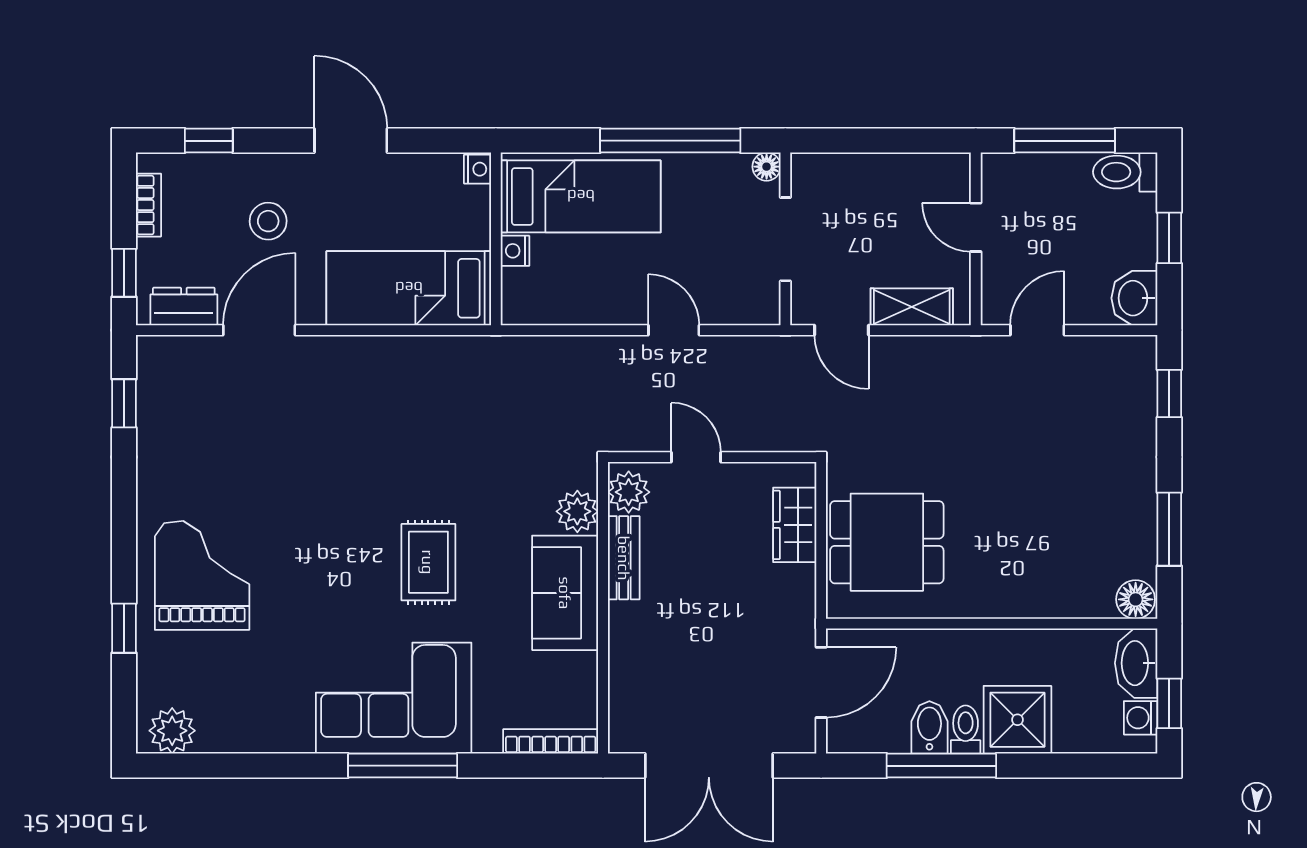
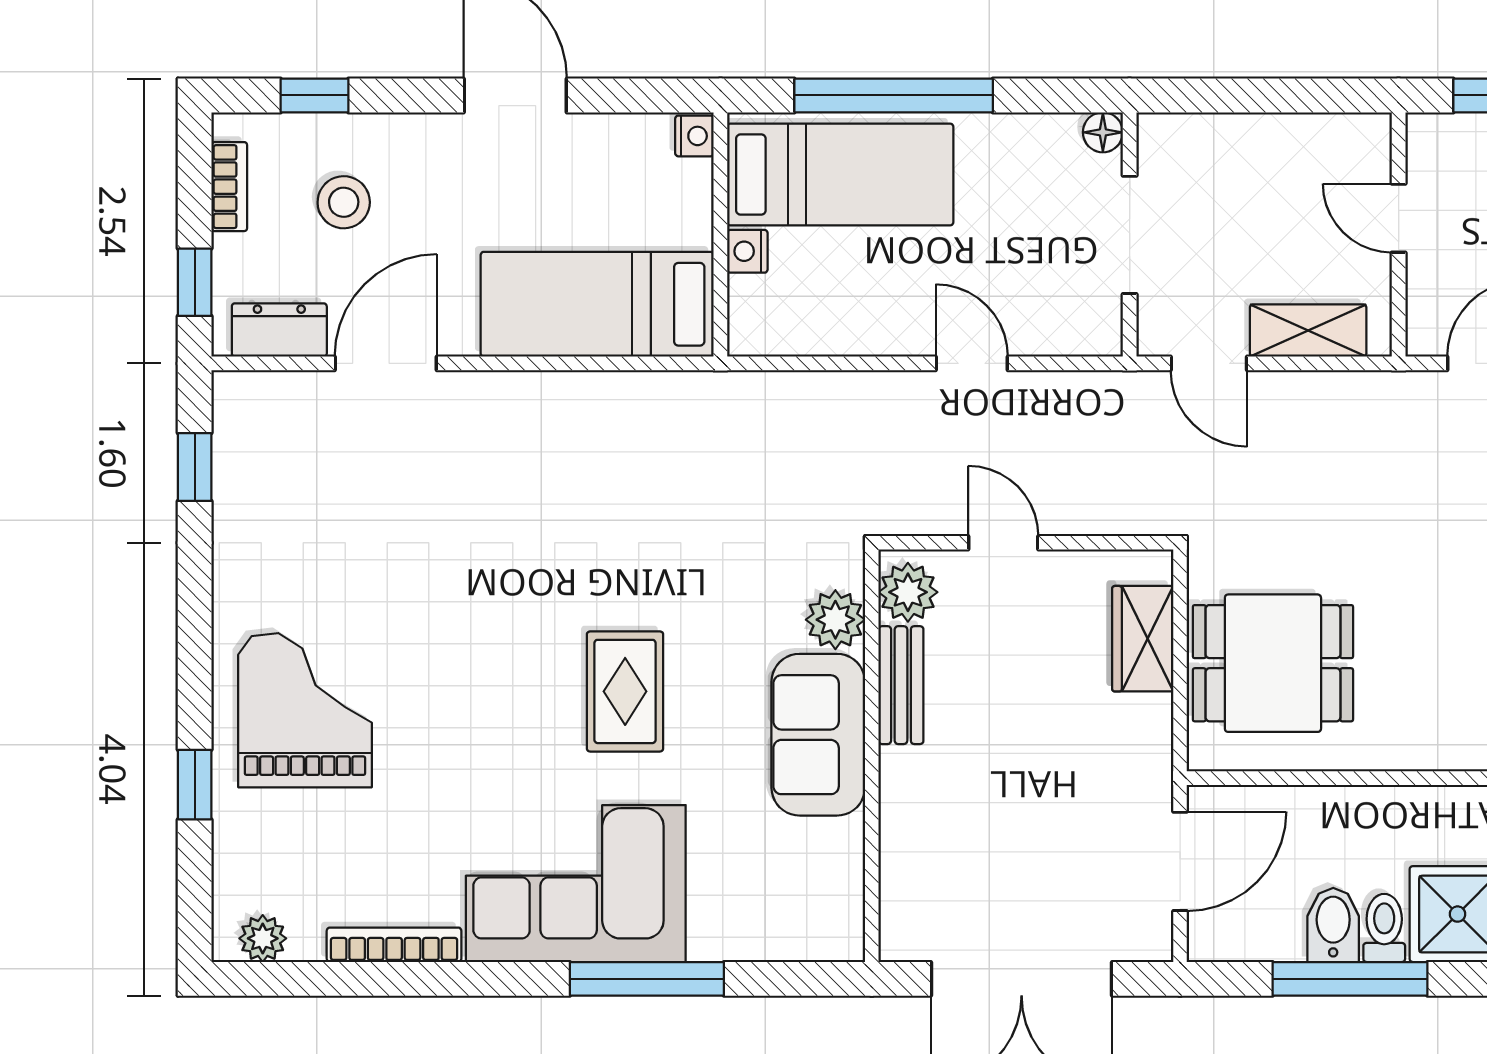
window: (670, 141) -> (894, 95), moved
stool: (268, 221) -> (344, 202), moved
plant: (172, 731) -> (263, 938), width x0.73, depth x0.73
bookcase: (551, 741) -> (394, 945), moved
window: (403, 766) -> (647, 979), moved

